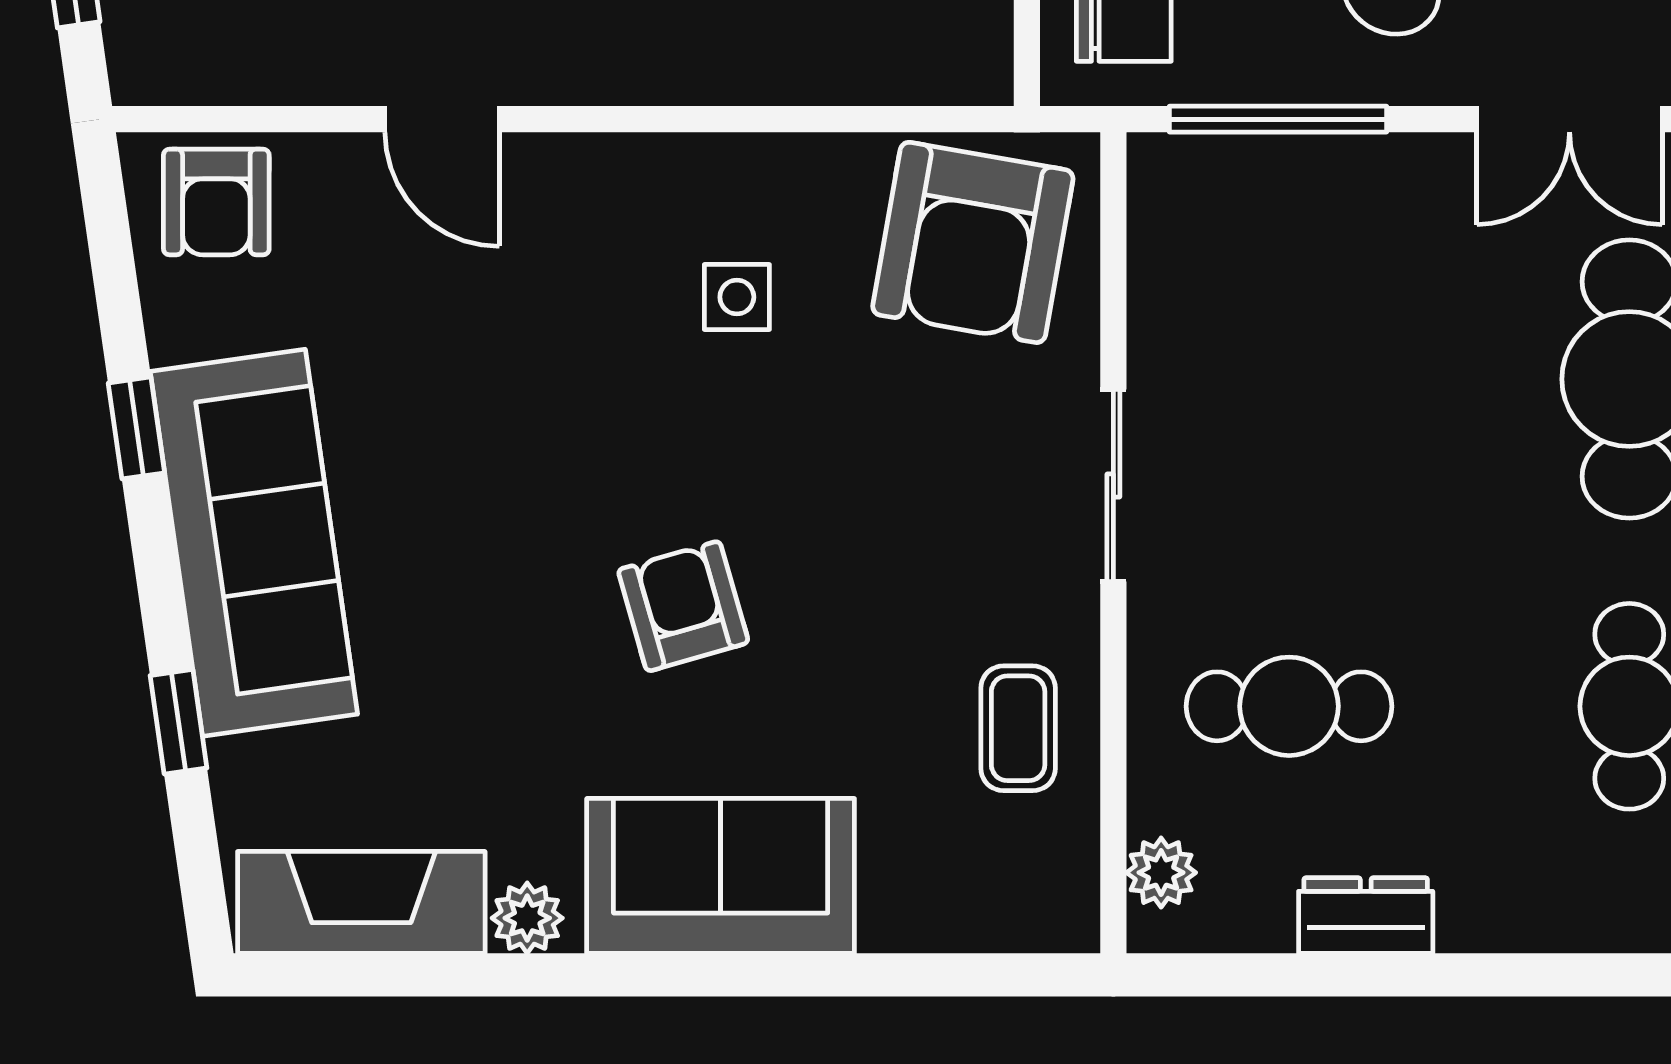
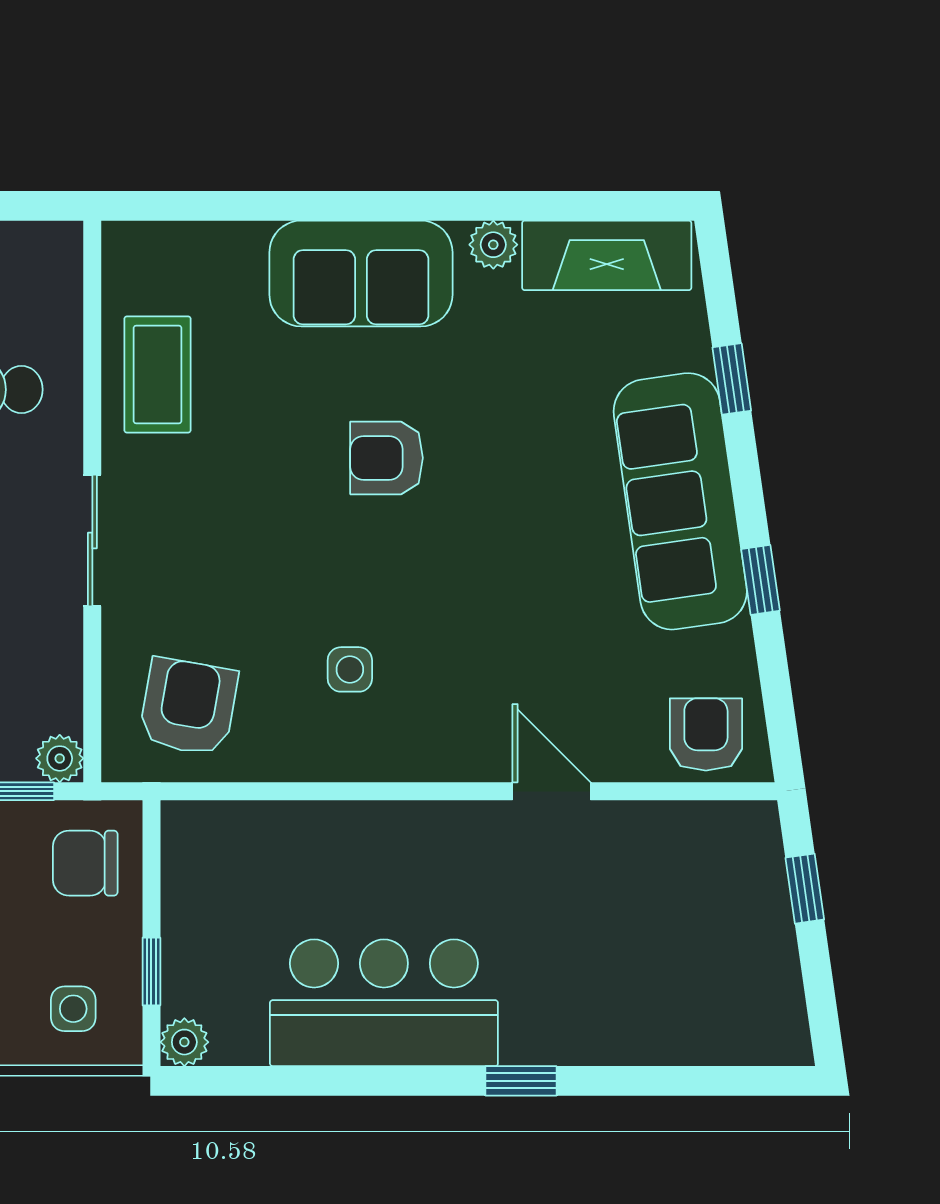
armchair: (973, 242) -> (188, 707), width x0.73, depth x0.73
armchair: (683, 606) -> (387, 458), turned 106
coffee table: (1018, 728) -> (158, 374), width x1.36, depth x1.30
plant: (1161, 873) -> (60, 758), moved

